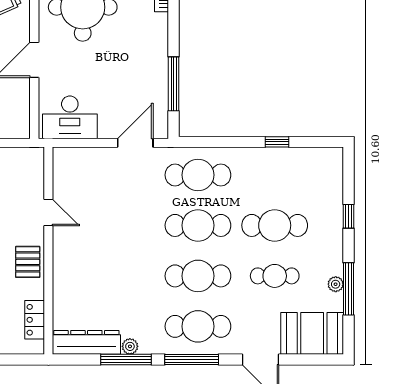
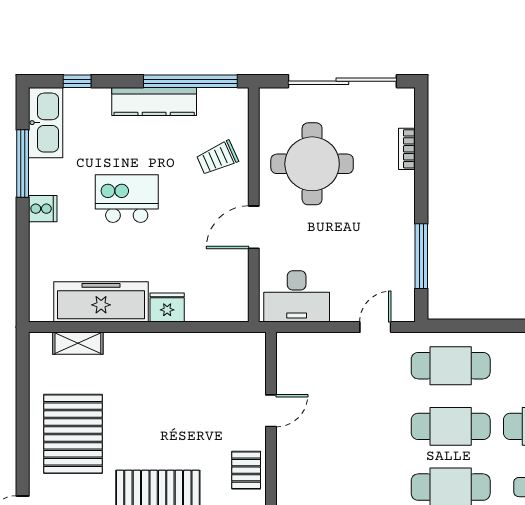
door: (135, 143) -> (375, 327), width x0.73
door: (48, 212) -> (271, 411), hinge flipped

